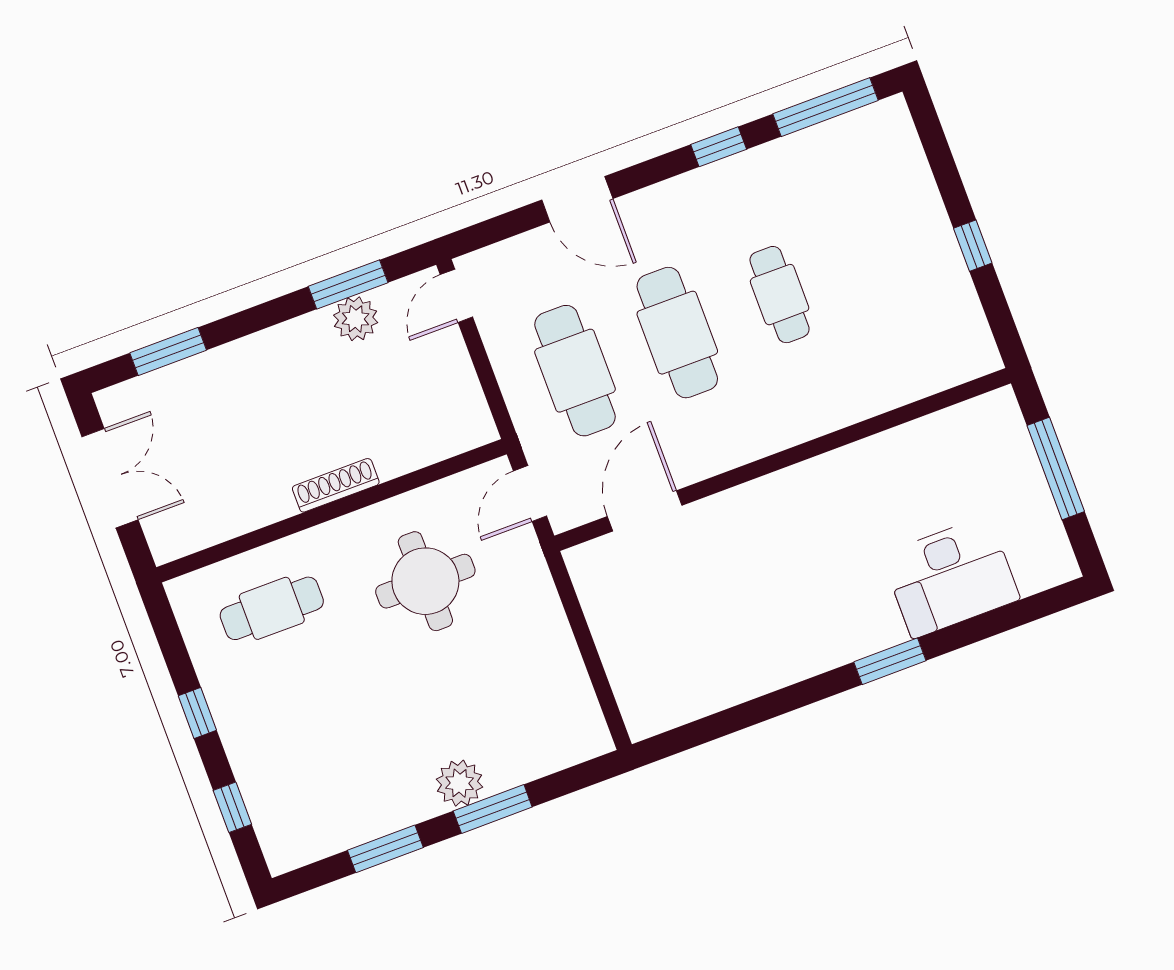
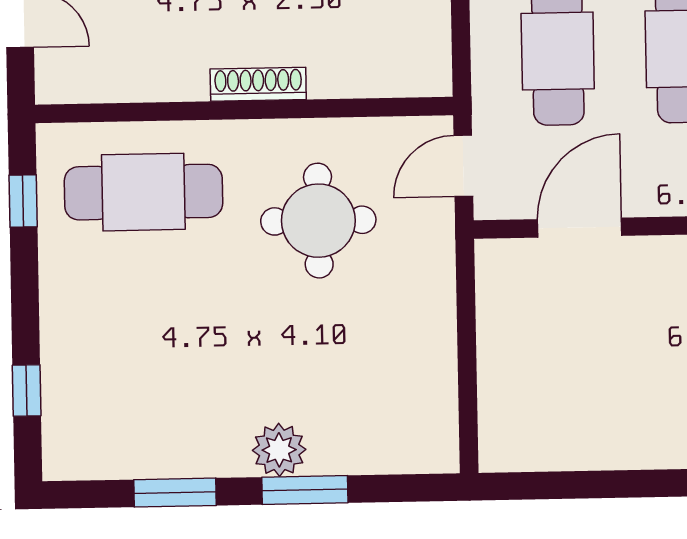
cafe table: (272, 608) -> (143, 192), width x1.37, depth x1.35
window: (197, 713) -> (23, 201), moved

